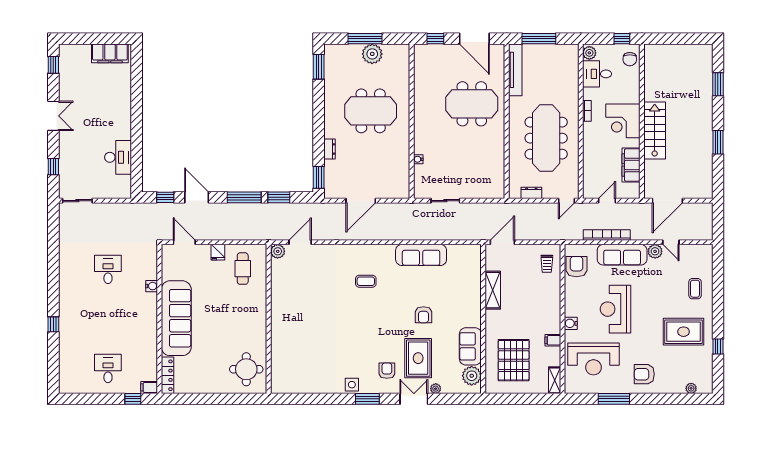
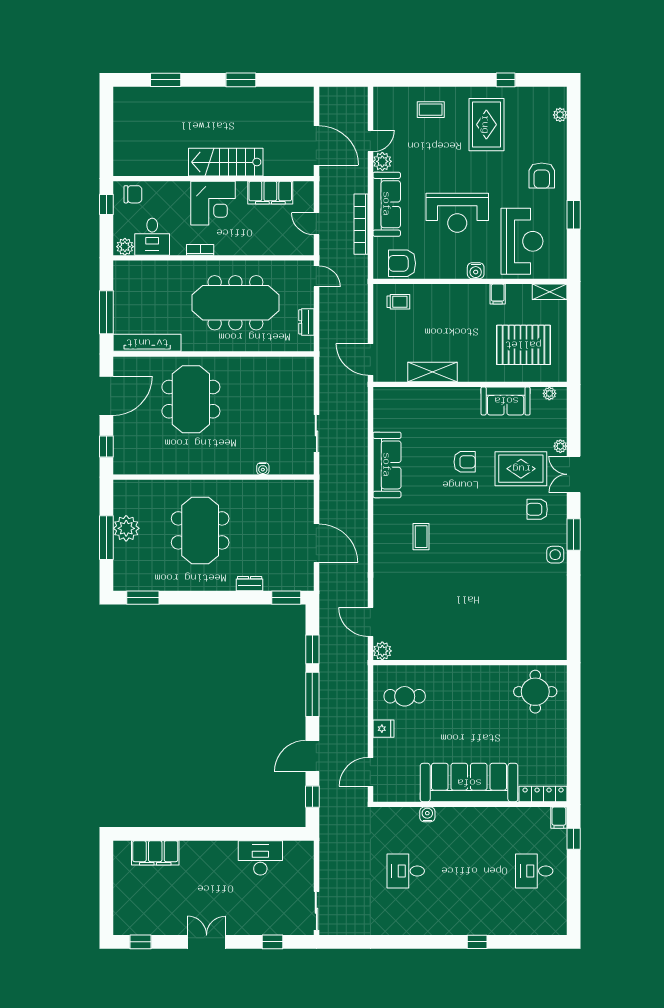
filing cabinet: (110, 53) -> (155, 853), moved, turned 90
plant: (472, 376) -> (549, 393), width x0.53, depth x0.53
window: (614, 399) -> (574, 215), width x0.69

